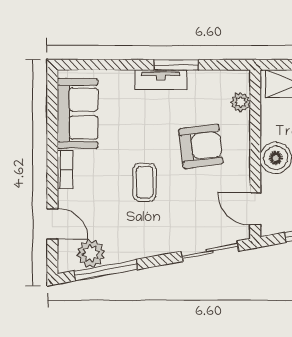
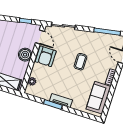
armchair: (201, 146) -> (46, 56), moved, turned -83
plant: (91, 253) -> (111, 40), removed

